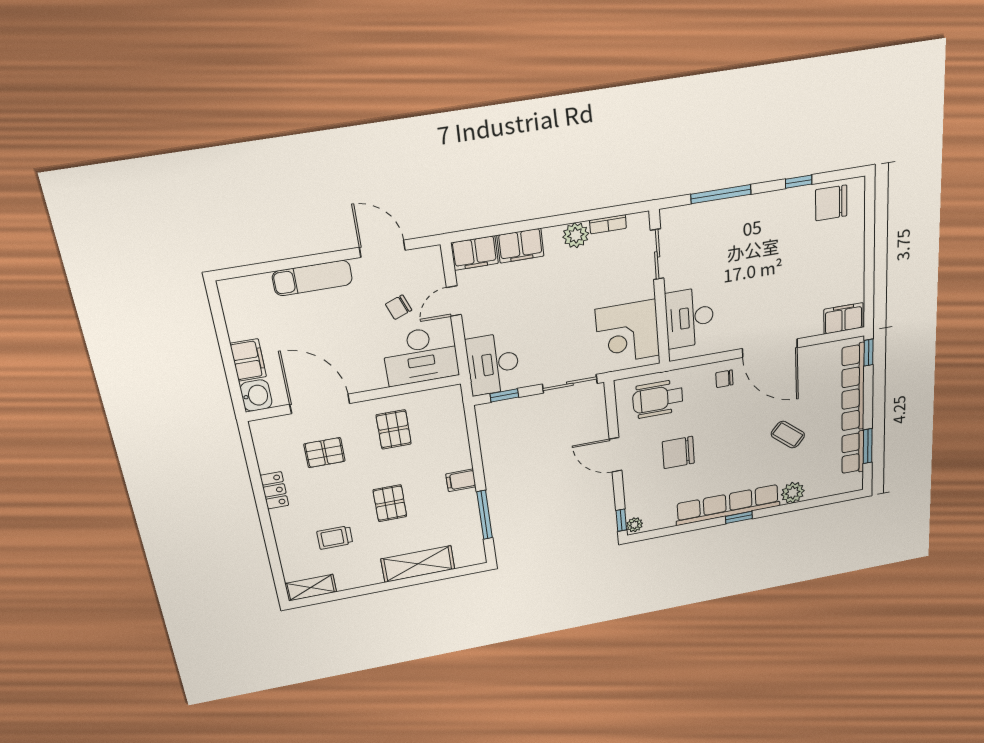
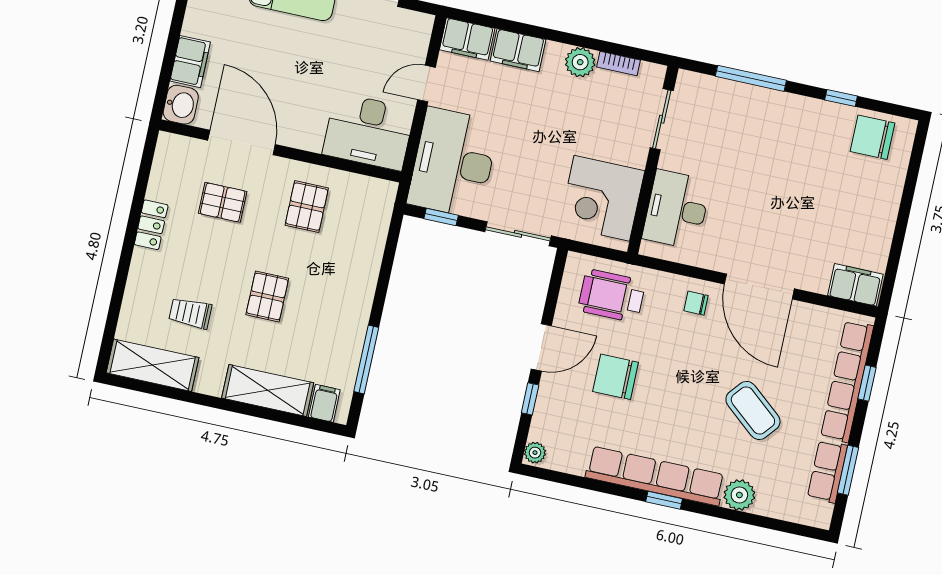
chair: (399, 307) -> (367, 67), removed
window: (868, 352) -> (867, 383), moved
desk: (493, 364) -> (453, 163), width x1.36, depth x1.30
coffee table: (788, 435) -> (753, 410), width x1.36, depth x1.30
door: (615, 455) -> (541, 347), swing flipped
filing cabinet: (461, 480) -> (324, 403), moved, turned 90
window: (621, 520) -> (530, 399), moved
shelving: (311, 588) -> (153, 365), width x1.50, depth x1.33

